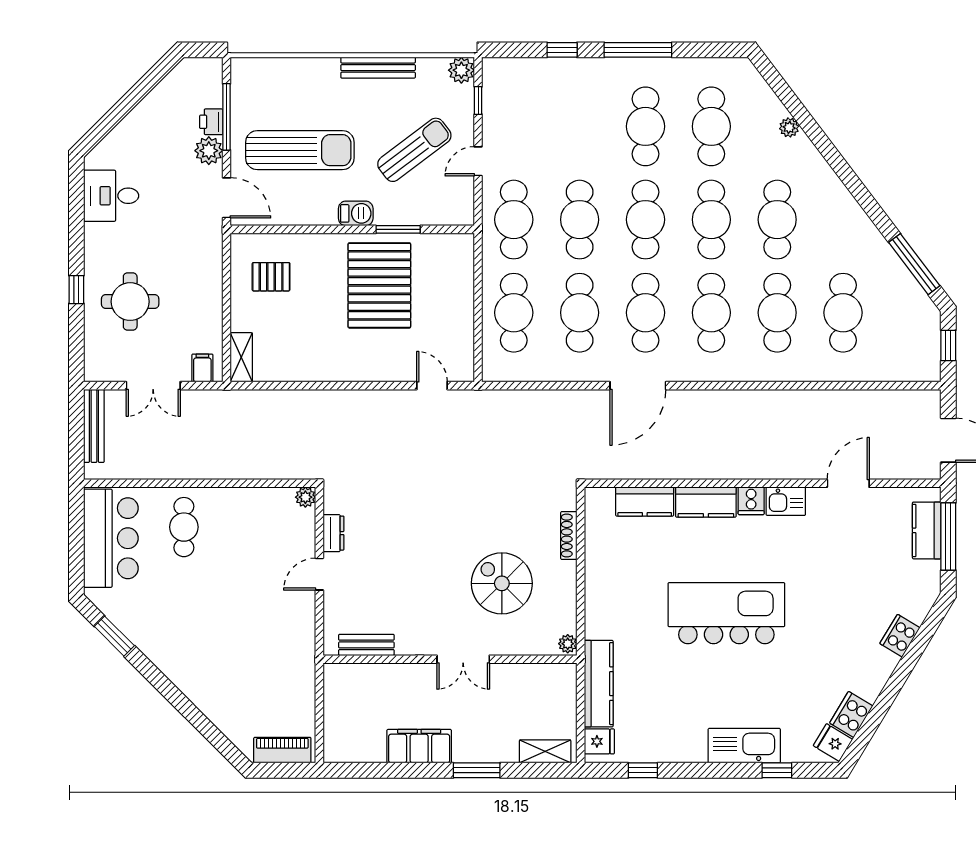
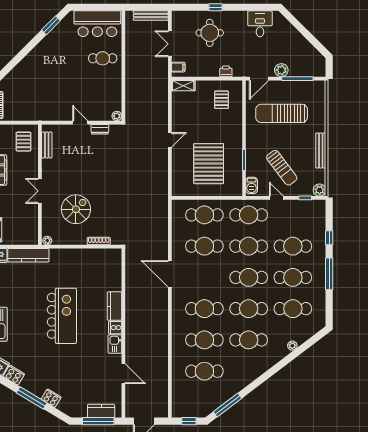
printer: (211, 122) -> (226, 71), moved
sun lounger: (300, 150) -> (282, 113), turned 90
barbecue: (356, 213) -> (252, 185), moved
pallet: (379, 285) -> (209, 164), moved, turned 90
cafe table: (645, 313) -> (293, 246), moved
door: (432, 386) -> (170, 140), moved
kitchen counter: (645, 502) -> (115, 277), removed
window: (899, 677) -> (32, 398), added
pallet: (359, 694) -> (23, 142), added

